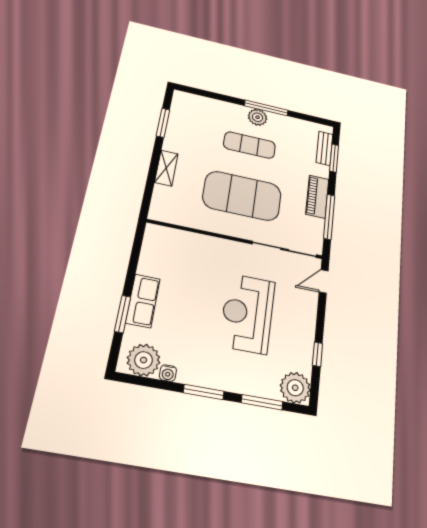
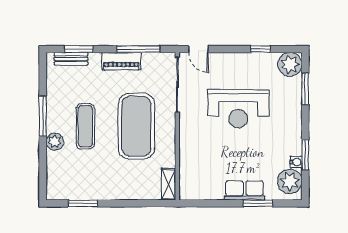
plant: (258, 117) -> (55, 142), moved
shelving: (166, 168) -> (168, 184), moved, turned 90
window: (204, 392) -> (305, 155), moved

